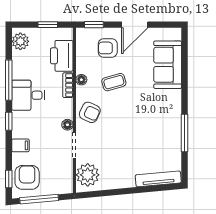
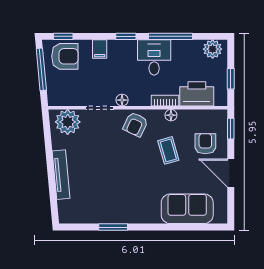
window: (184, 133) -> (113, 227), width x0.69
tv unit: (158, 179) -> (61, 175), moved

